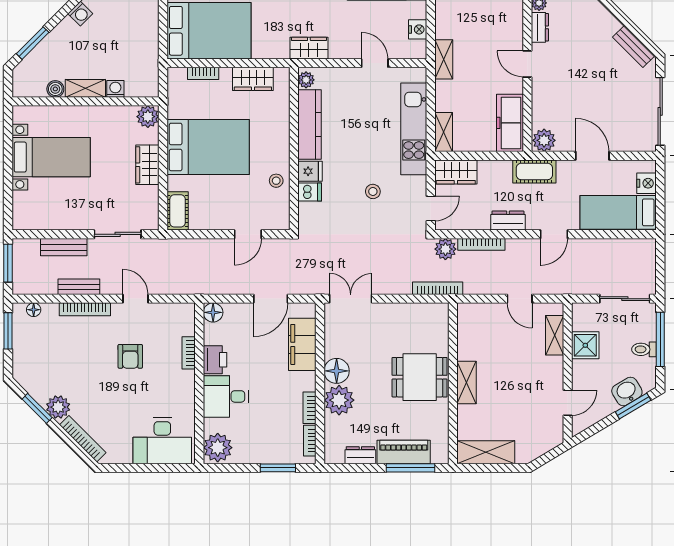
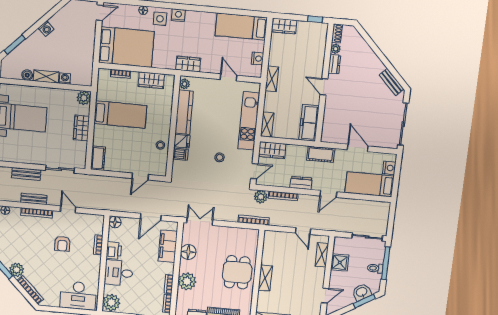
plant: (544, 140) -> (329, 136), removed
bed: (208, 147) -> (120, 115), width x0.67
floor lamp: (337, 371) -> (188, 252), moved
dining table: (420, 377) -> (237, 272), turned 90

